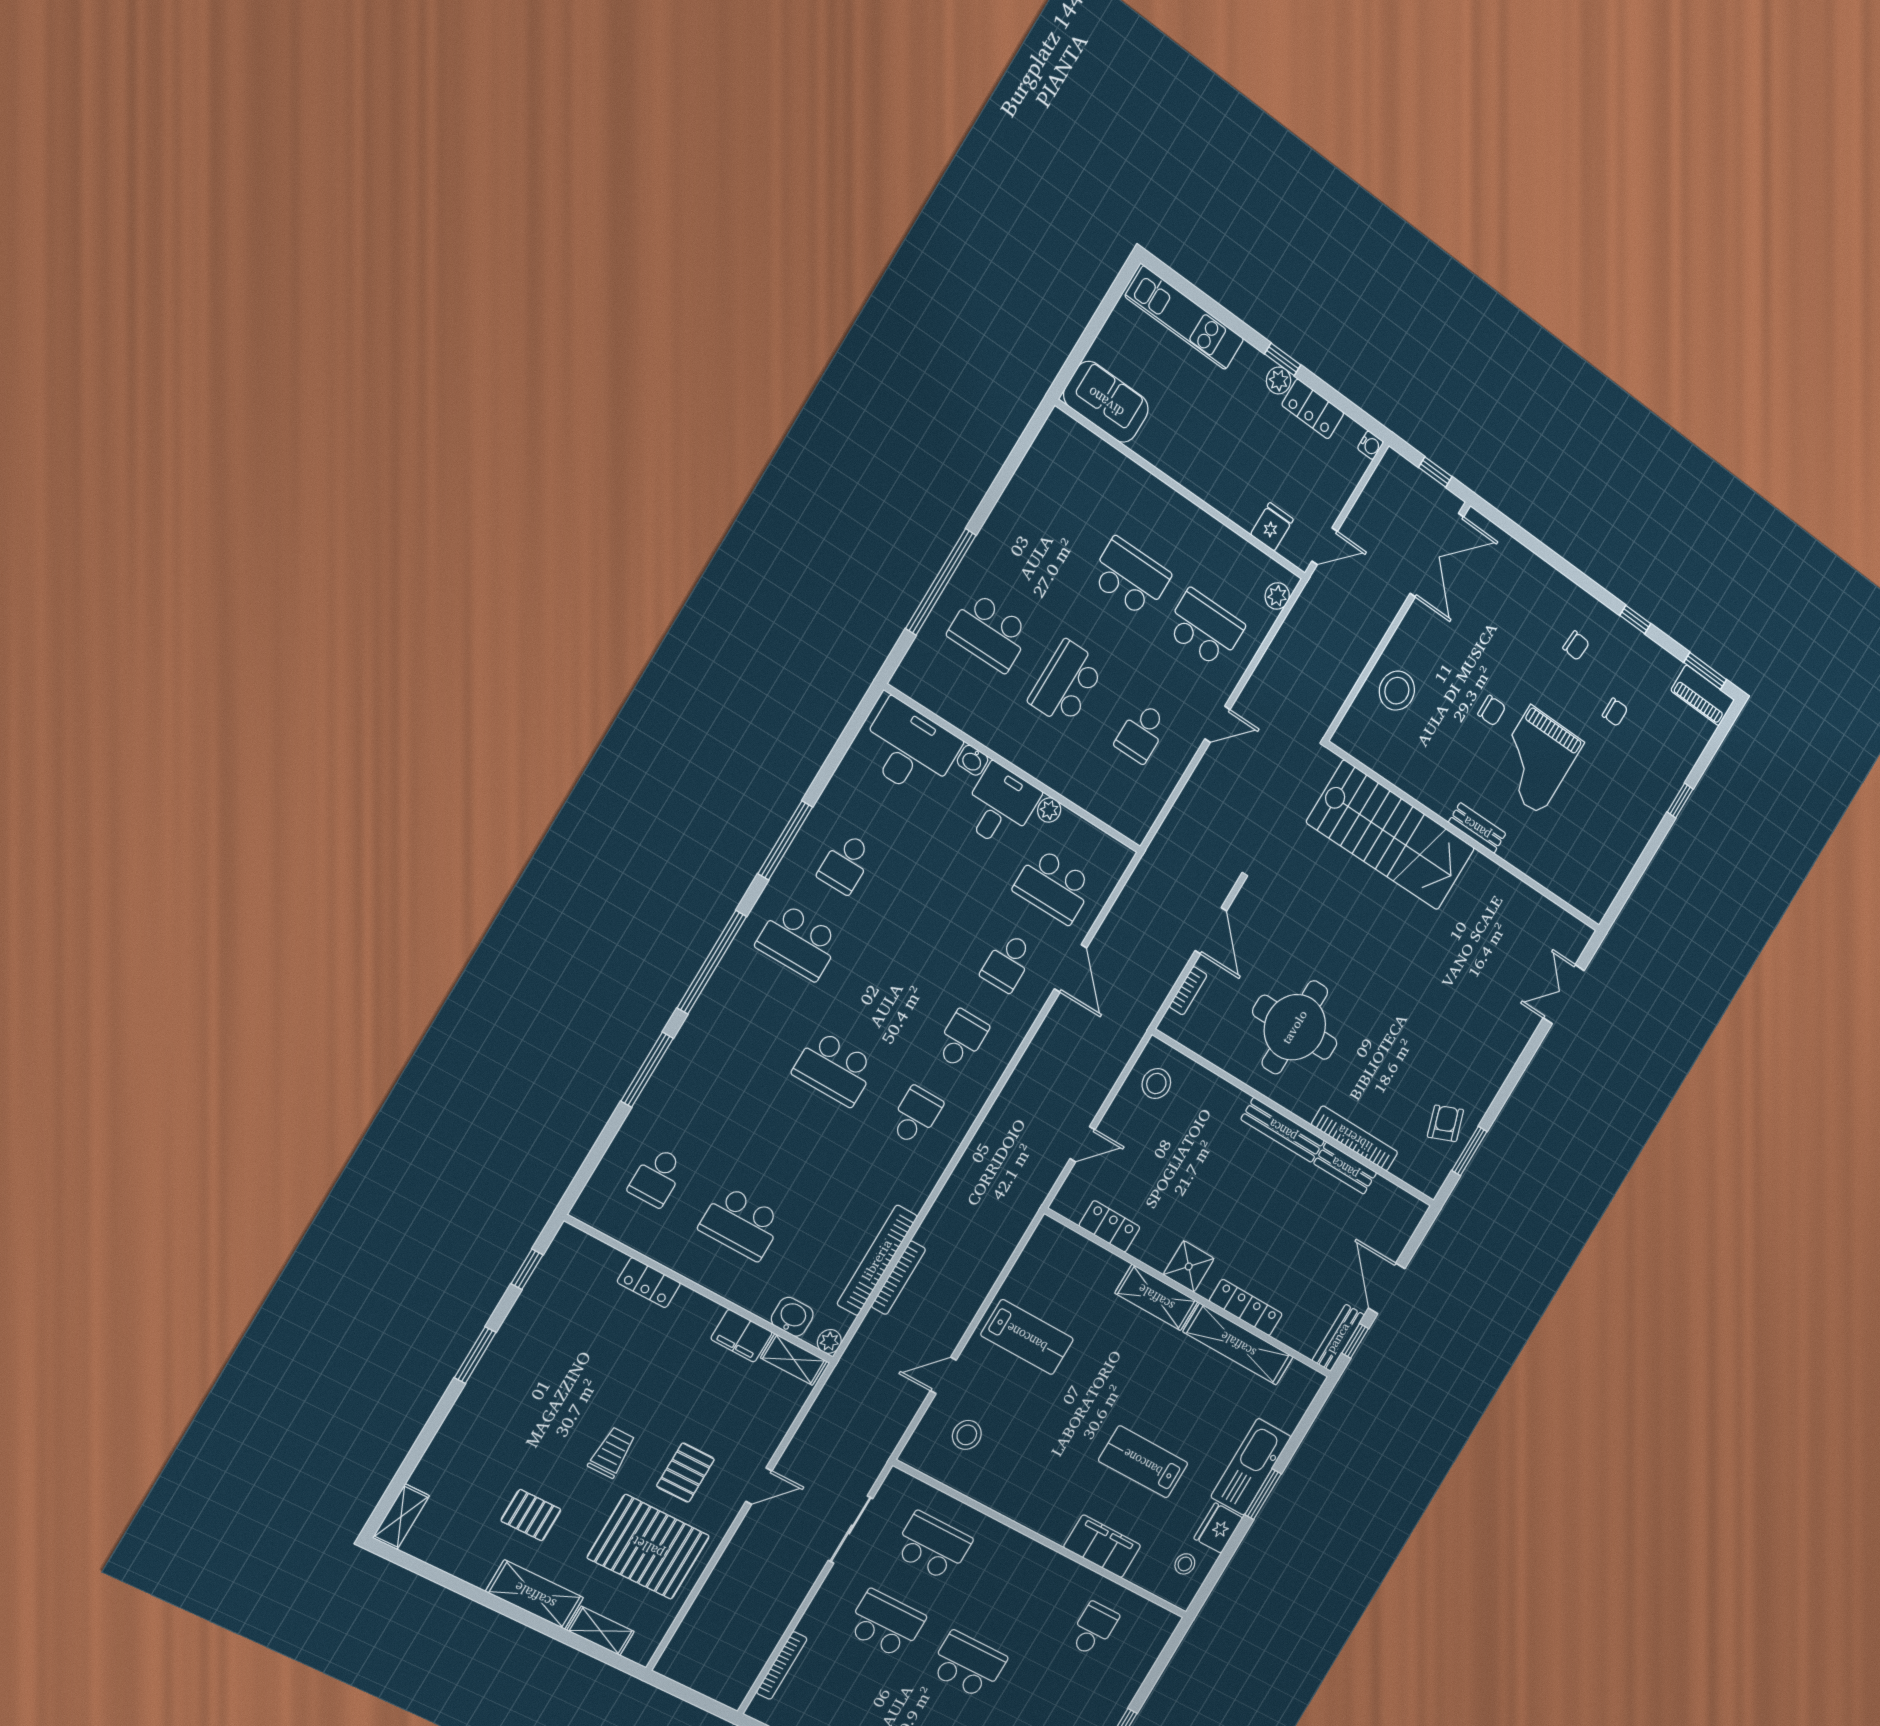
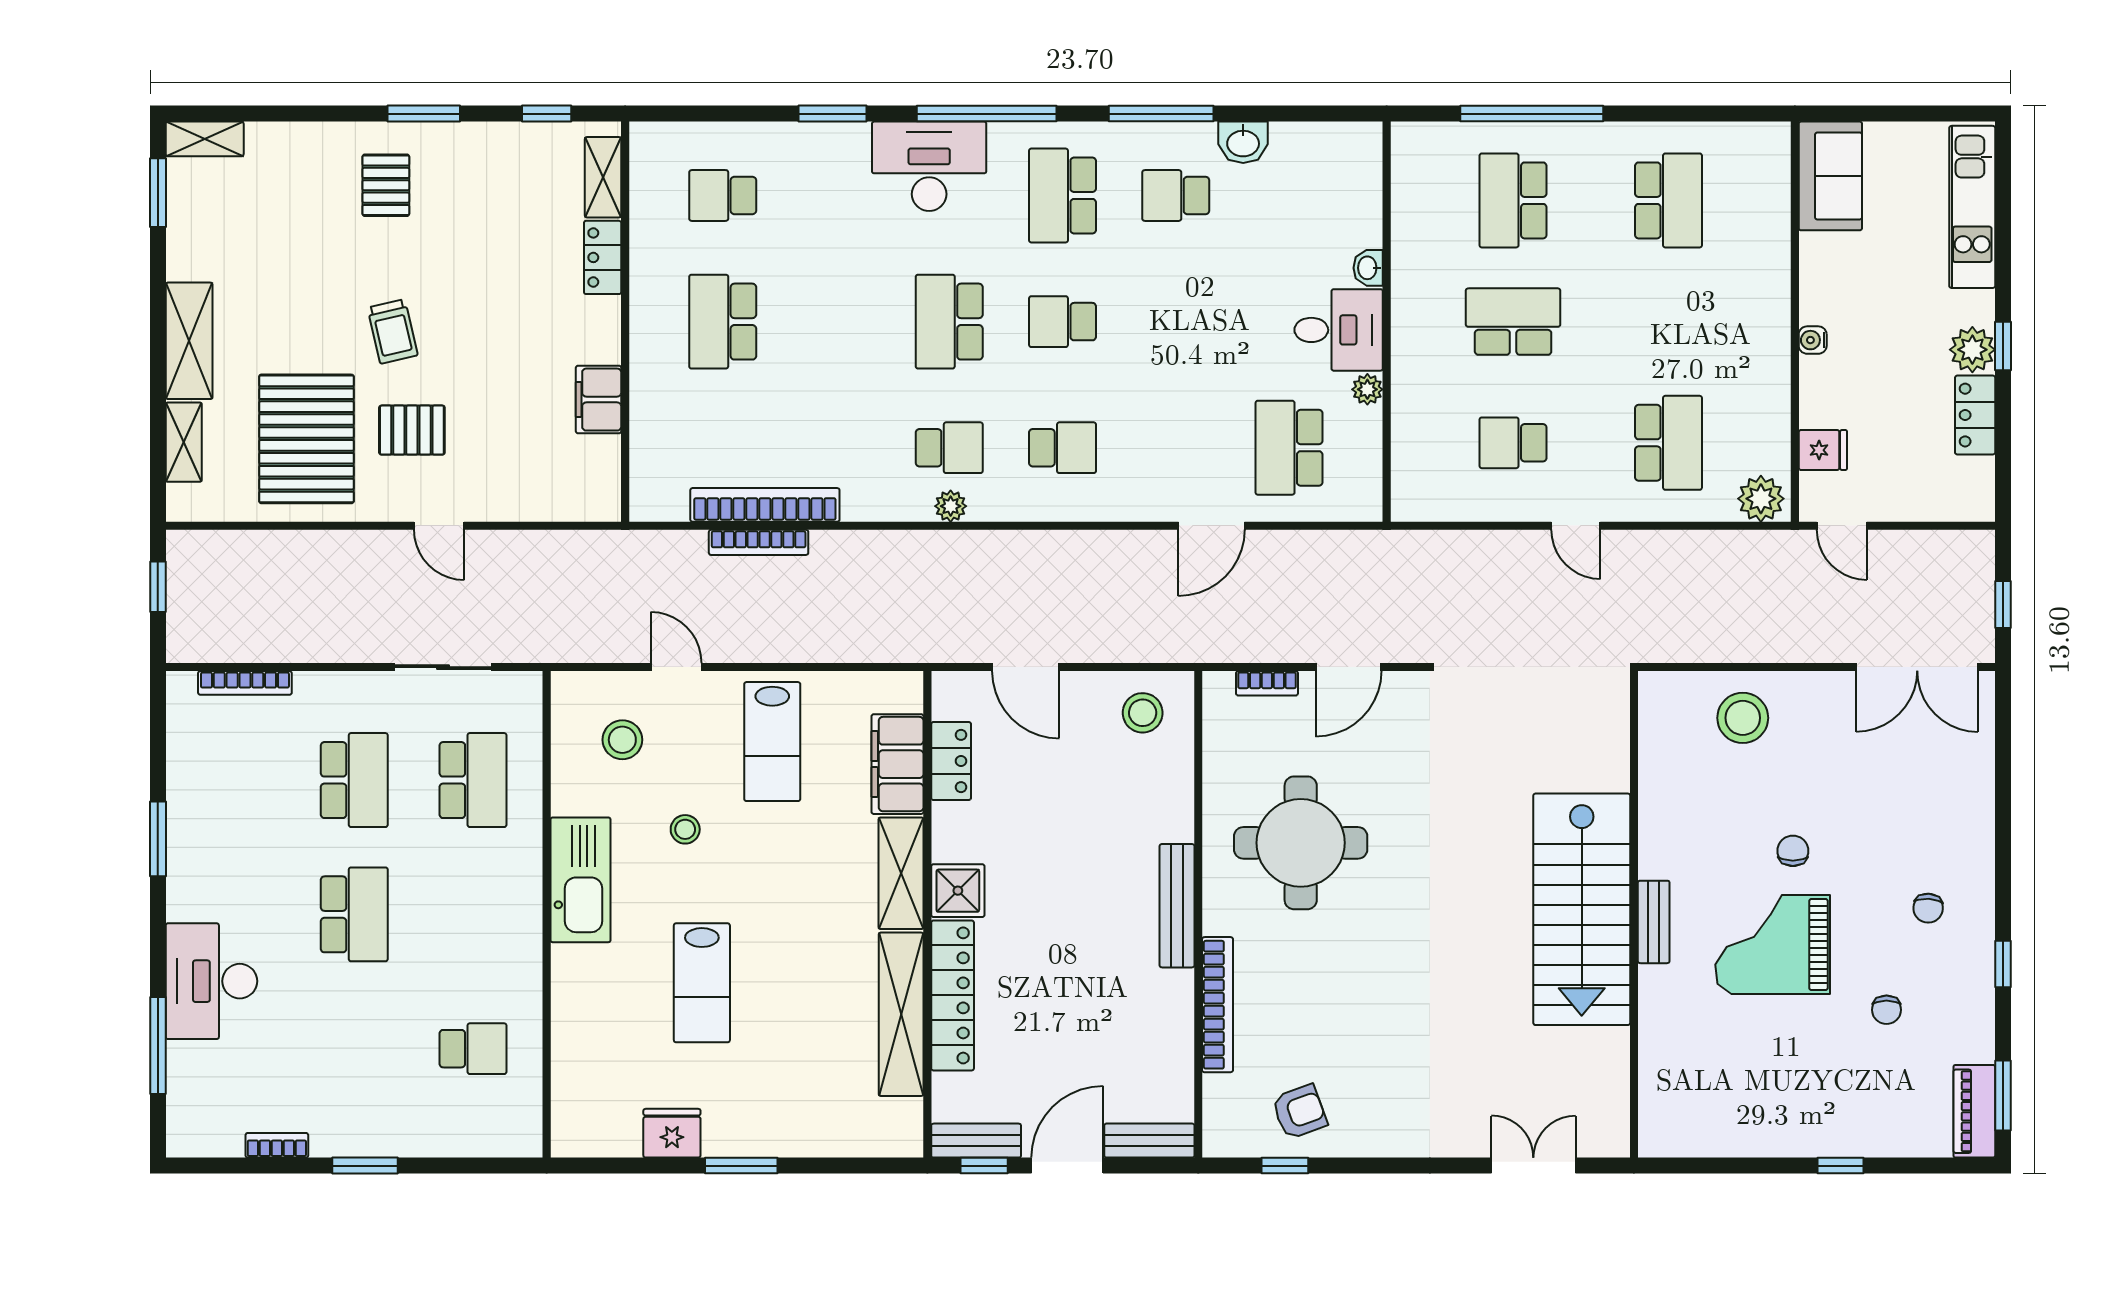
plant: (1279, 380) -> (1972, 350), width x1.38, depth x1.38
water cooler: (1370, 445) -> (1813, 340), moved, turned 90
school desk: (1130, 577) -> (1668, 200), moved
plant: (1277, 596) -> (1761, 499), width x1.38, depth x1.38
chair: (1492, 711) -> (1793, 851), turned 180
desk: (909, 749) -> (929, 166), moved, turned -90
stairs: (1391, 835) -> (1582, 909), moved
school desk: (1008, 963) -> (1063, 322), moved
window: (647, 1070) -> (833, 114), width x0.69
door: (1082, 1144) -> (1026, 667), width x1.37
window: (1469, 1151) -> (1285, 1166), width x0.67
bench: (1345, 1168) -> (1149, 1141), moved, turned 90
locker: (1246, 1307) -> (953, 995), width x1.41, depth x1.21
washbasin: (792, 1317) -> (1243, 142), moved, turned 90
plant: (829, 1341) -> (951, 506), moved
shelving: (794, 1359) -> (603, 177), moved
trolley: (612, 1453) -> (393, 331), turned 77
lab bench: (1143, 1462) -> (702, 983), turned 180
kitchen sink: (1251, 1467) -> (581, 880), moved, turned 90
pallet: (531, 1515) -> (386, 185), moved
filing cabinet: (1102, 1546) -> (898, 764), moved, turned 180
stool: (1185, 1564) -> (685, 829), moved
window: (419, 1567) -> (158, 193), added
window: (685, 1694) -> (158, 587), added

